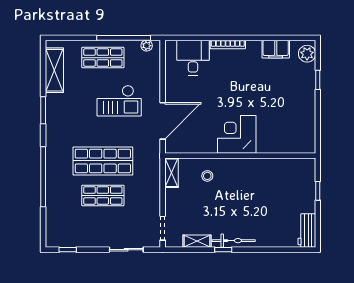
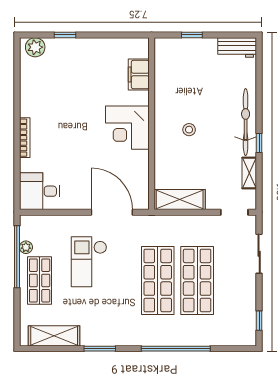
plant: (147, 46) -> (26, 247), moved
filing cabinet: (276, 49) -> (139, 75), moved, turned 180
desk: (193, 58) -> (40, 191), moved
checkout: (119, 101) -> (89, 262), turned 180
shelving: (171, 173) -> (180, 200), width x1.50, depth x1.33
stool: (207, 176) -> (189, 130), moved
shop shelf: (103, 195) -> (197, 280), width x1.43, depth x1.36
bicycle: (234, 241) -> (246, 122), width x1.37, depth x1.40

